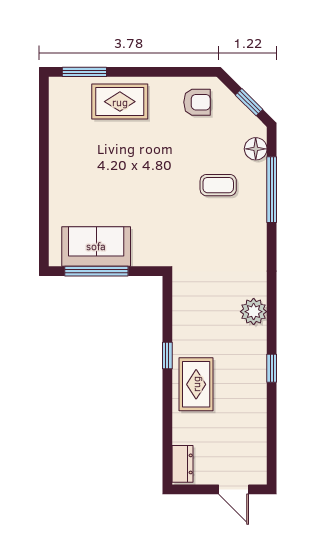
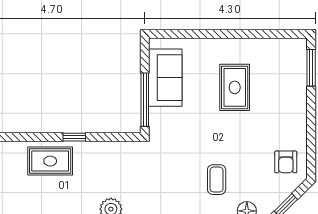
rug: (120, 102) -> (235, 87), moved
window: (96, 271) -> (145, 100), moved

